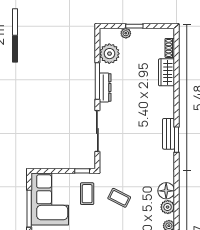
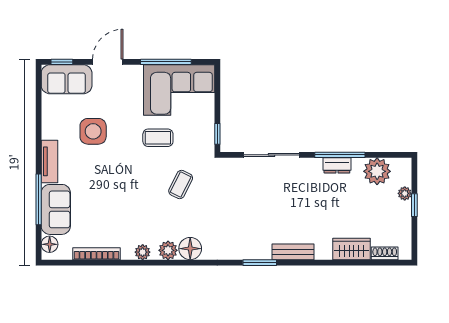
dresser: (105, 87) -> (337, 165), width x0.70
bench: (169, 134) -> (293, 252), moved
coffee table: (87, 194) -> (158, 138), moved

